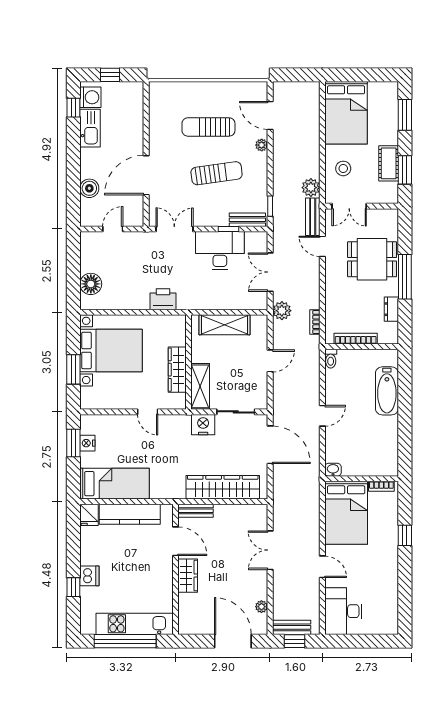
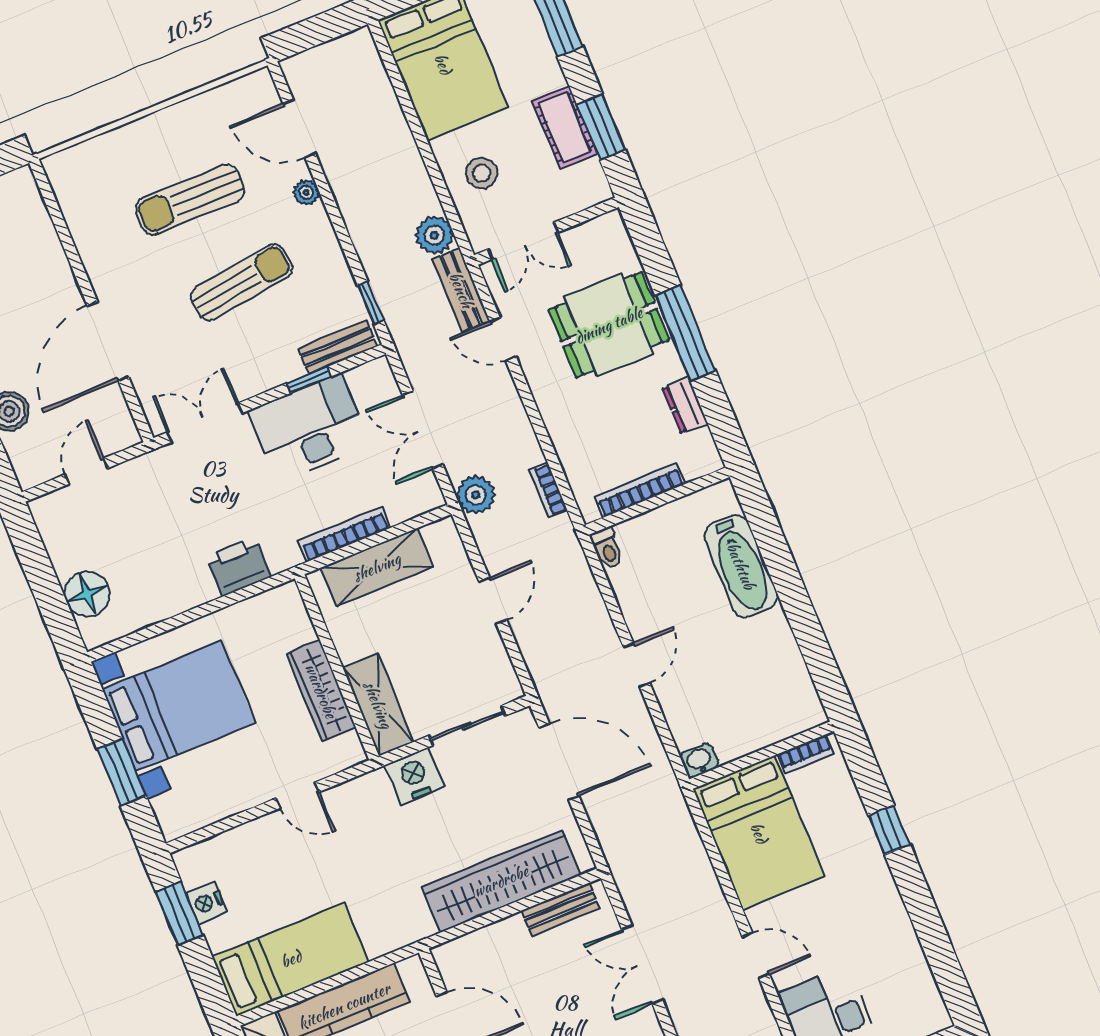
bookcase: (216, 304) -> (344, 534), added
bench: (195, 511) -> (561, 909), moved

